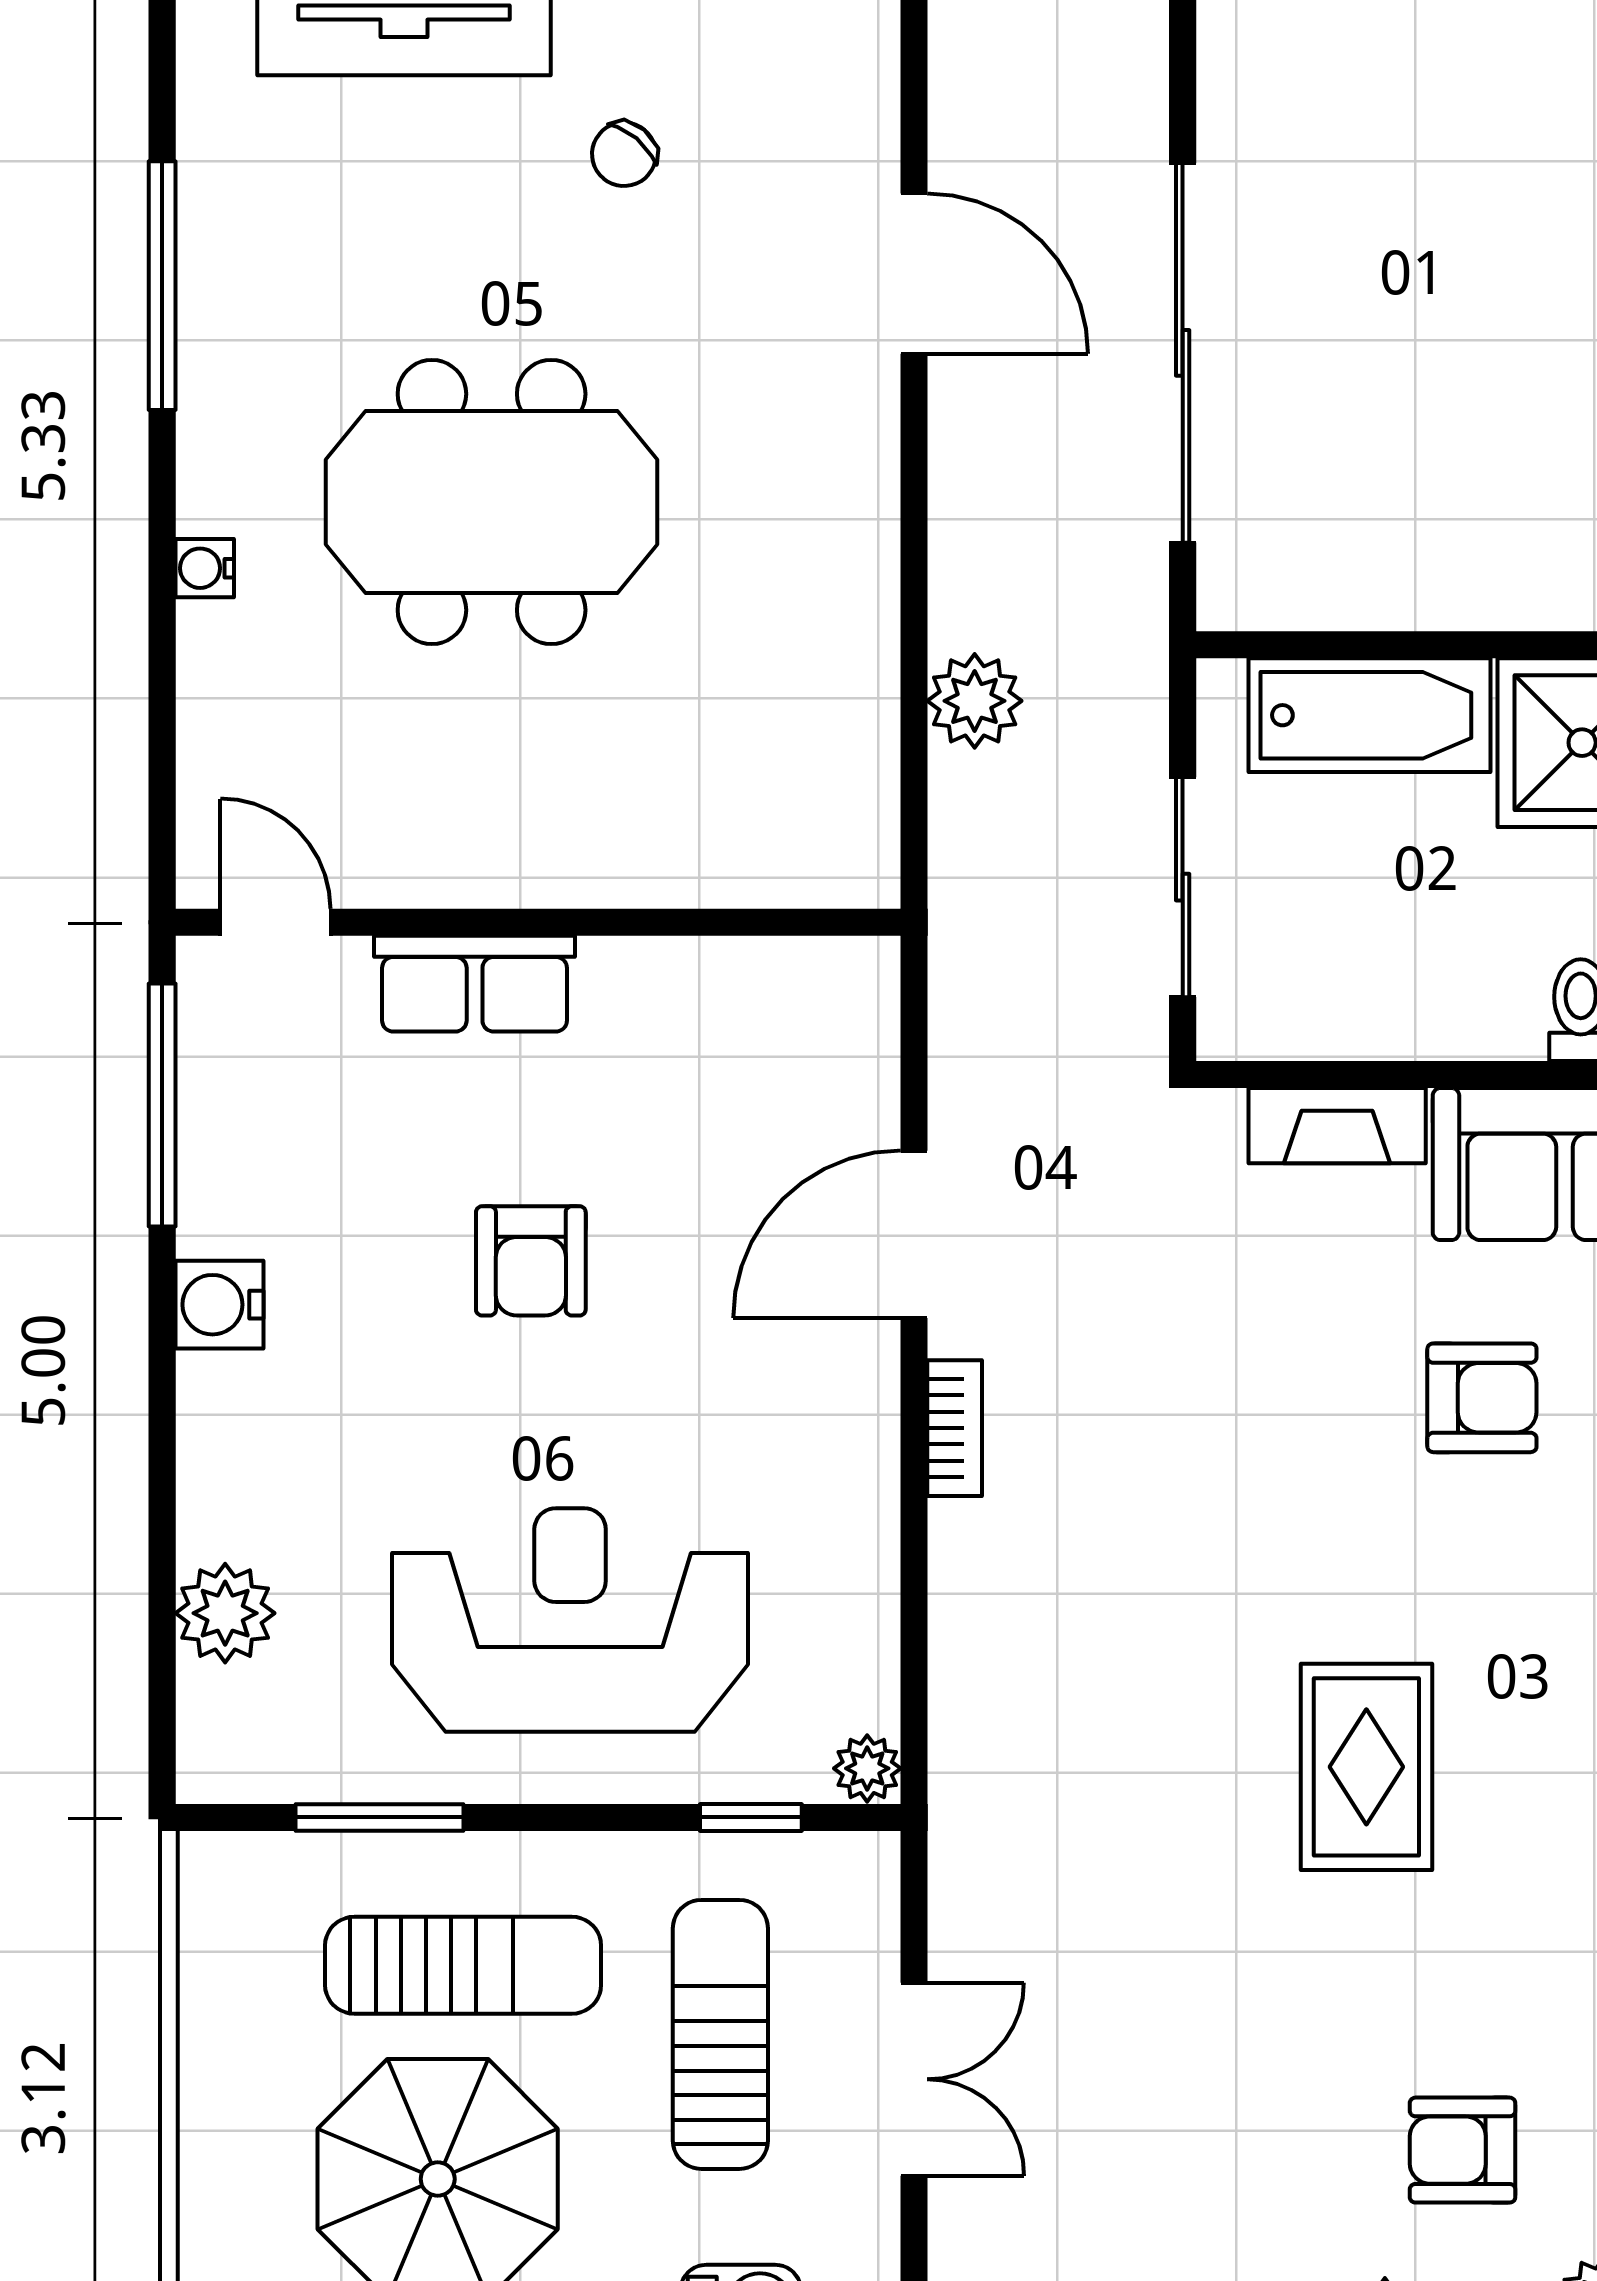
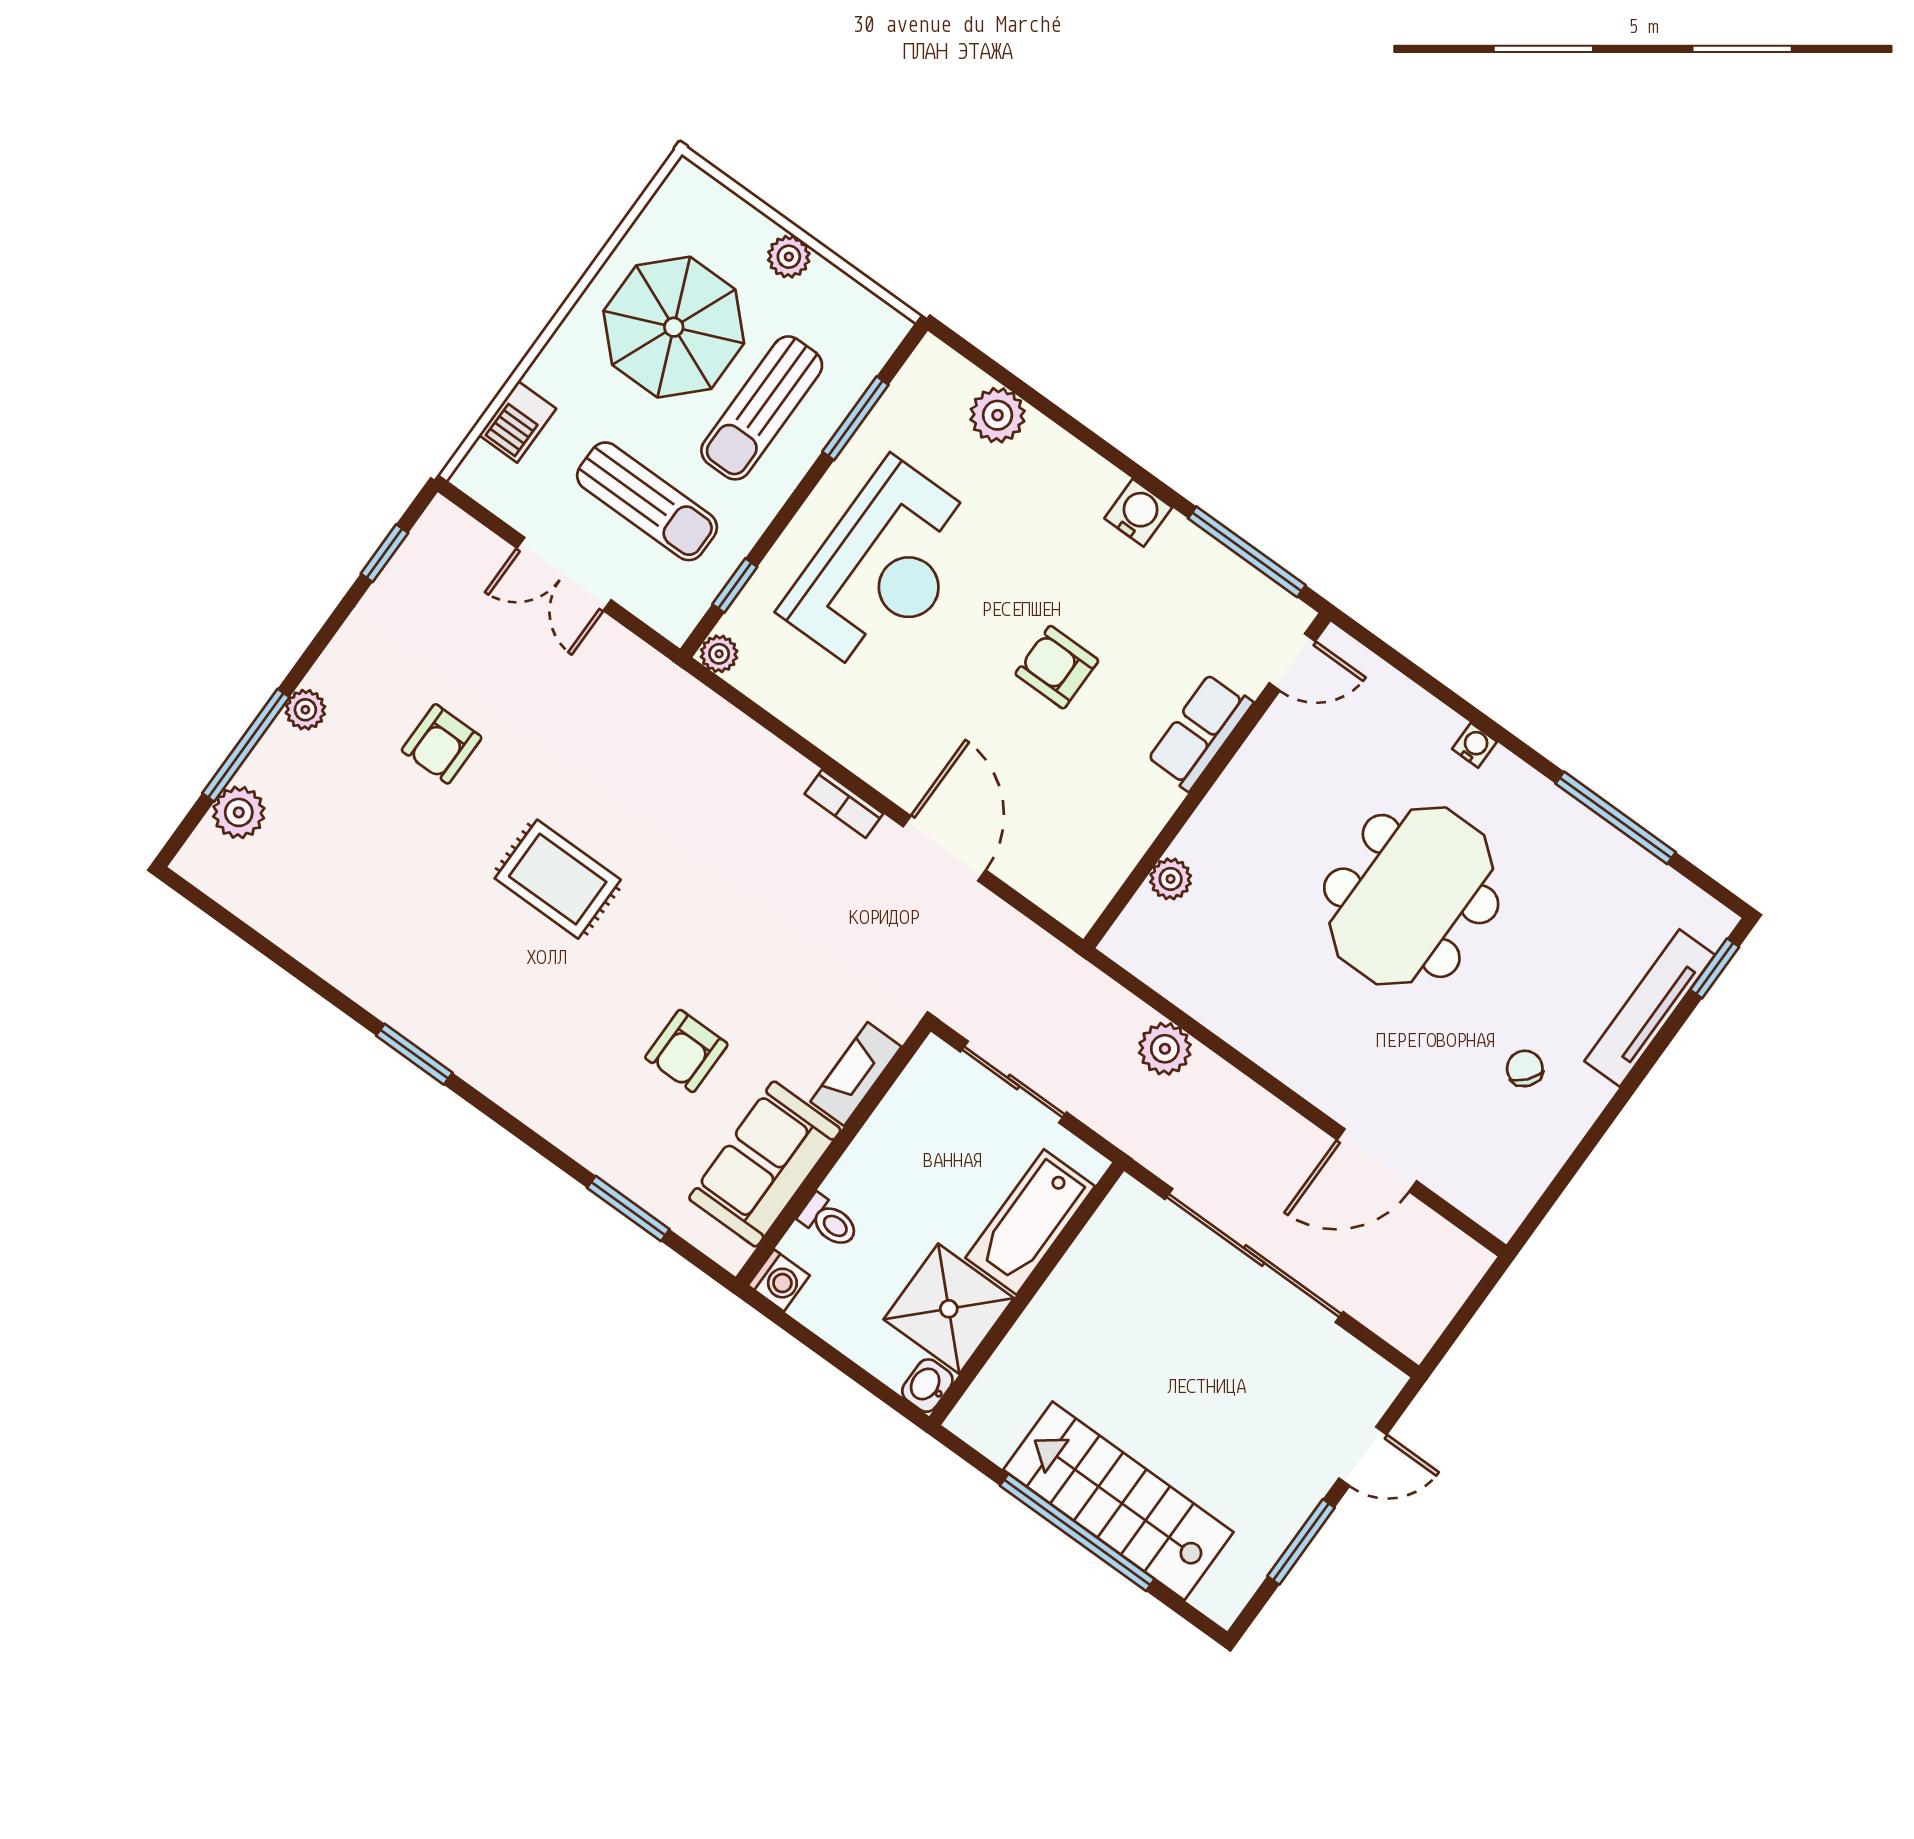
plant: (720, 872) -> (1171, 879), added
plant: (213, 2085) -> (789, 257), added
armchair: (1463, 2150) -> (442, 744), moved, turned 180

